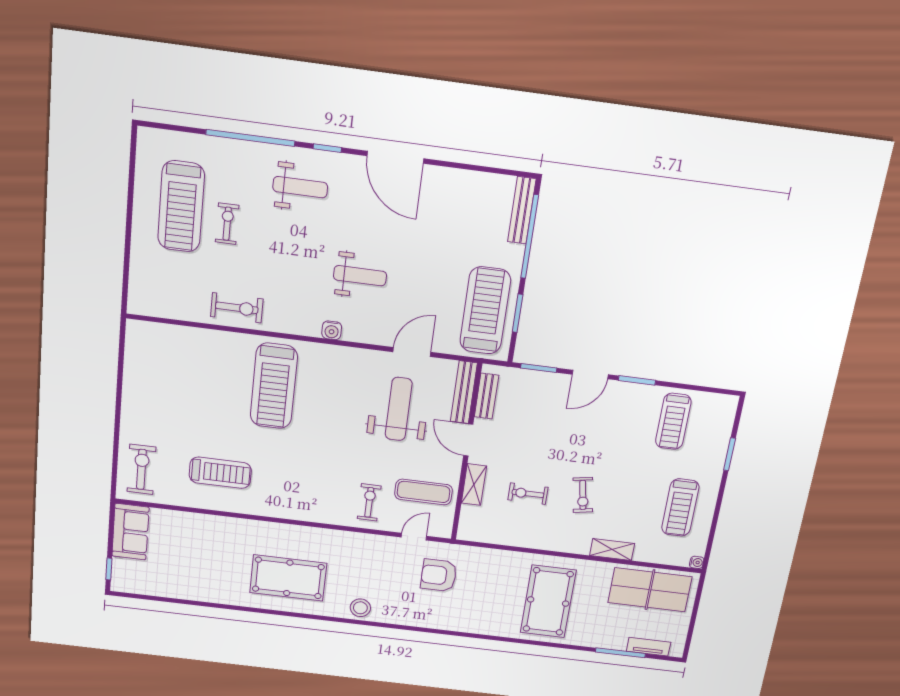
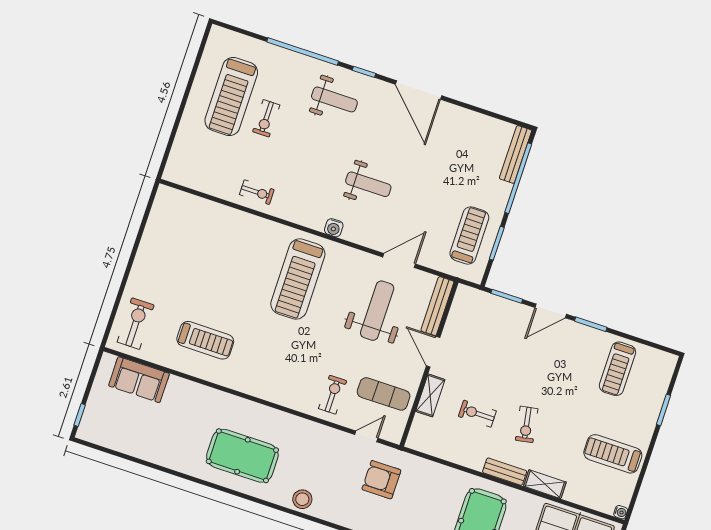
exercise bike: (227, 224) -> (266, 118), turned 180
exercise bike: (237, 308) -> (257, 192), width x0.73, depth x0.72
treadmill: (485, 311) -> (469, 235), width x0.73, depth x0.73
treadmill: (274, 386) -> (298, 279), moved
bench: (486, 396) -> (505, 472), moved, turned 90
treadmill: (680, 508) -> (613, 454), turned 90
sofa: (130, 532) -> (139, 380), moved, turned 90

